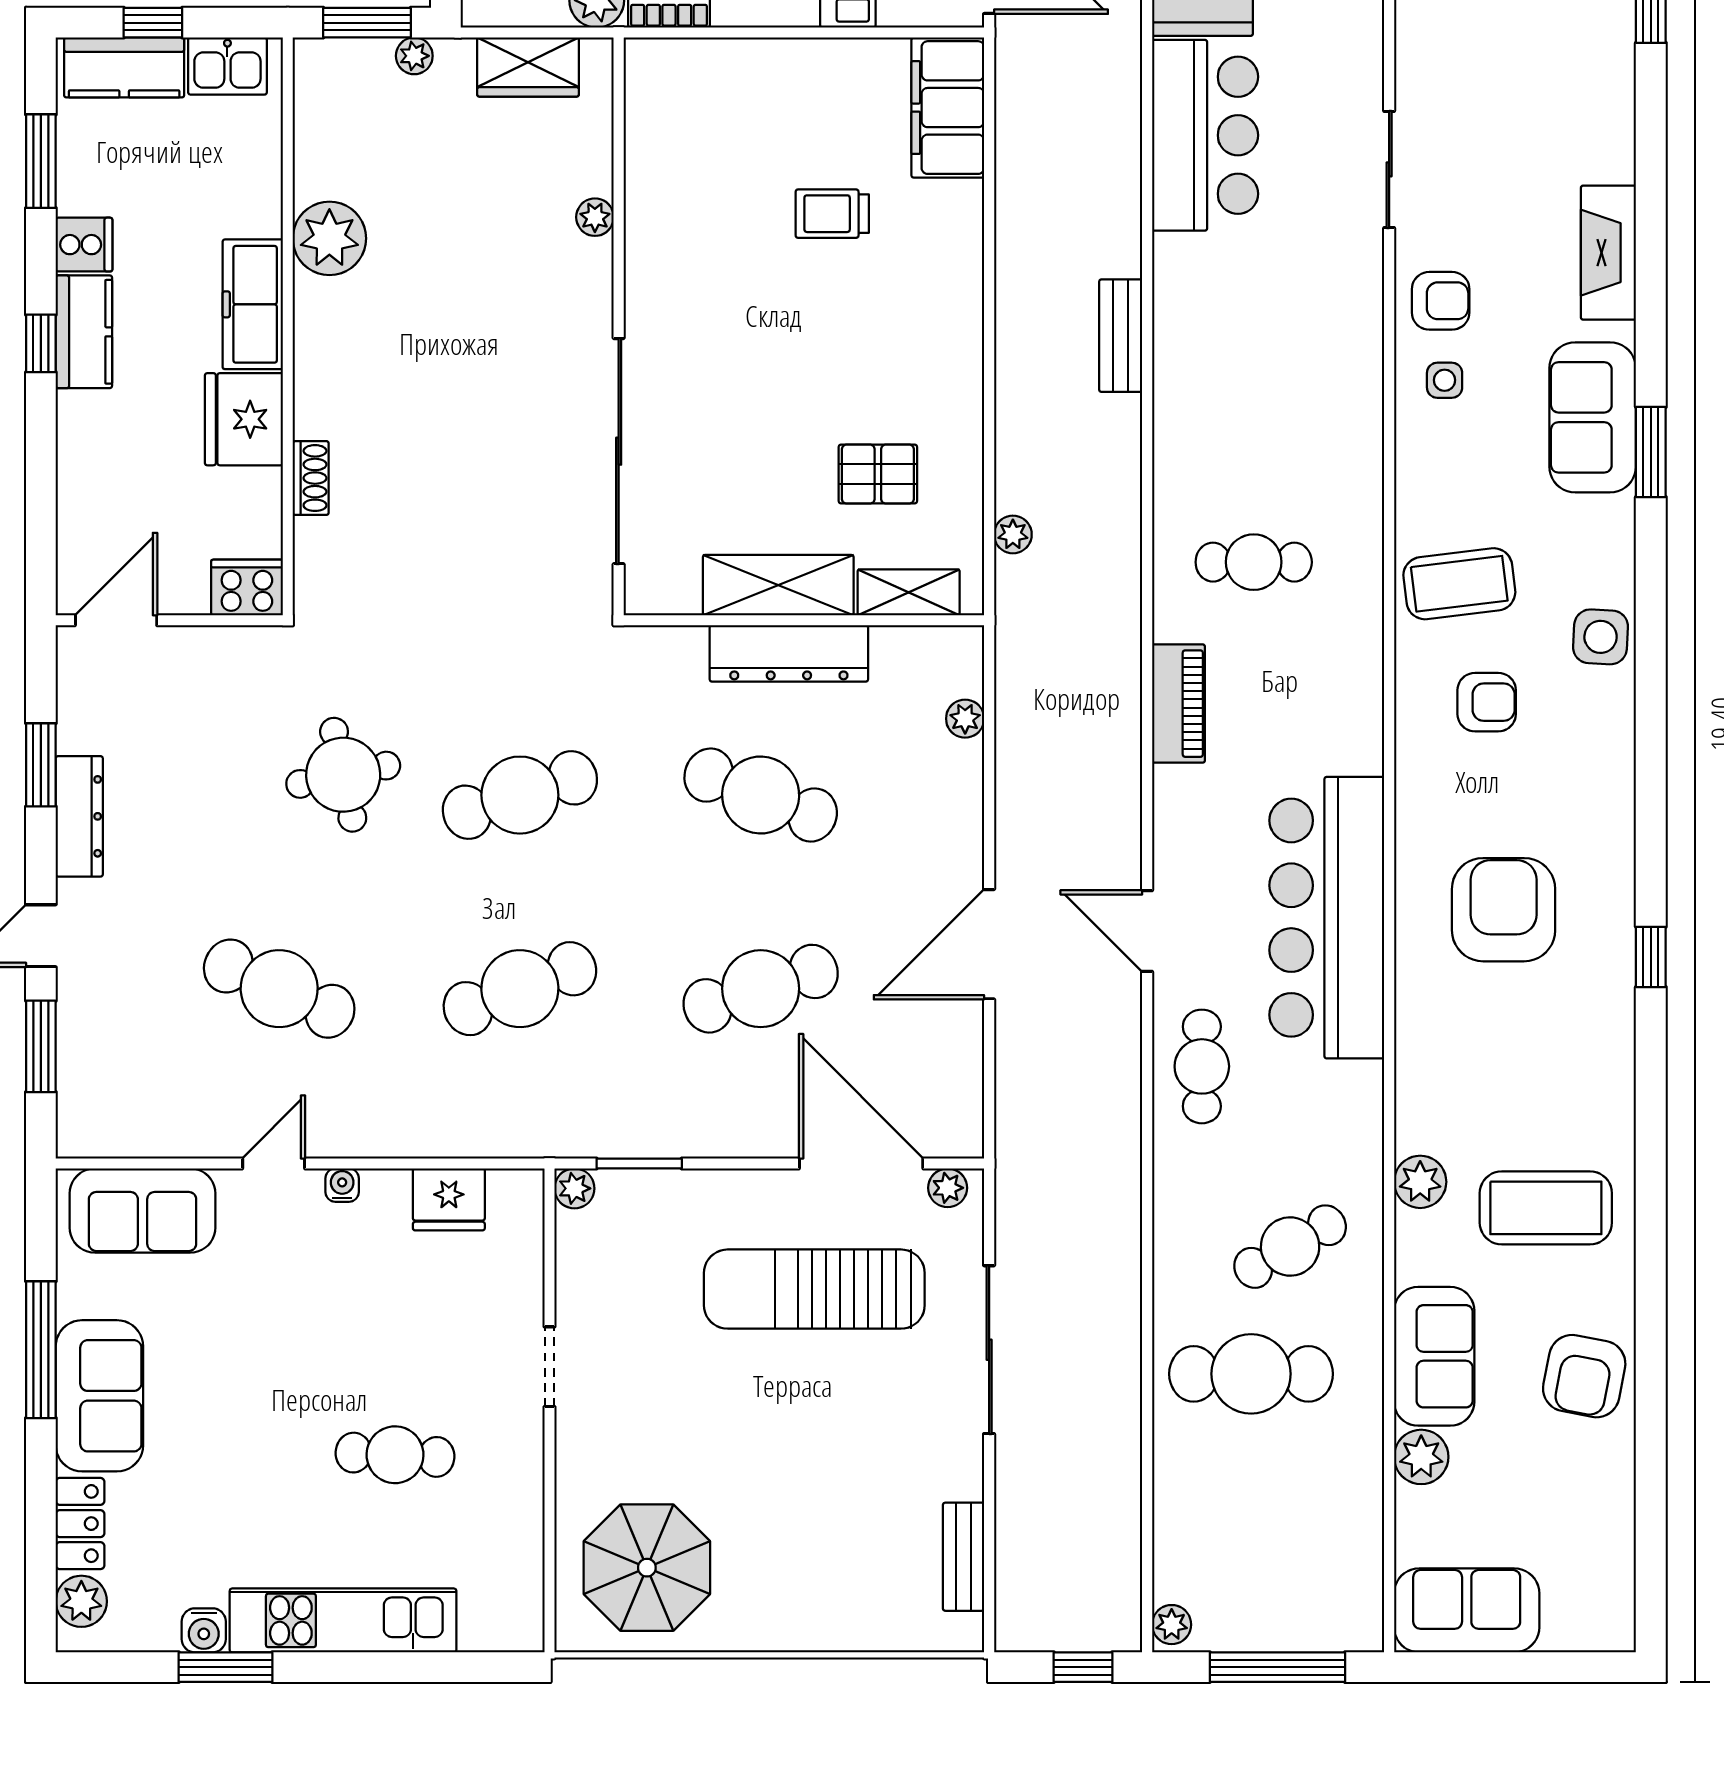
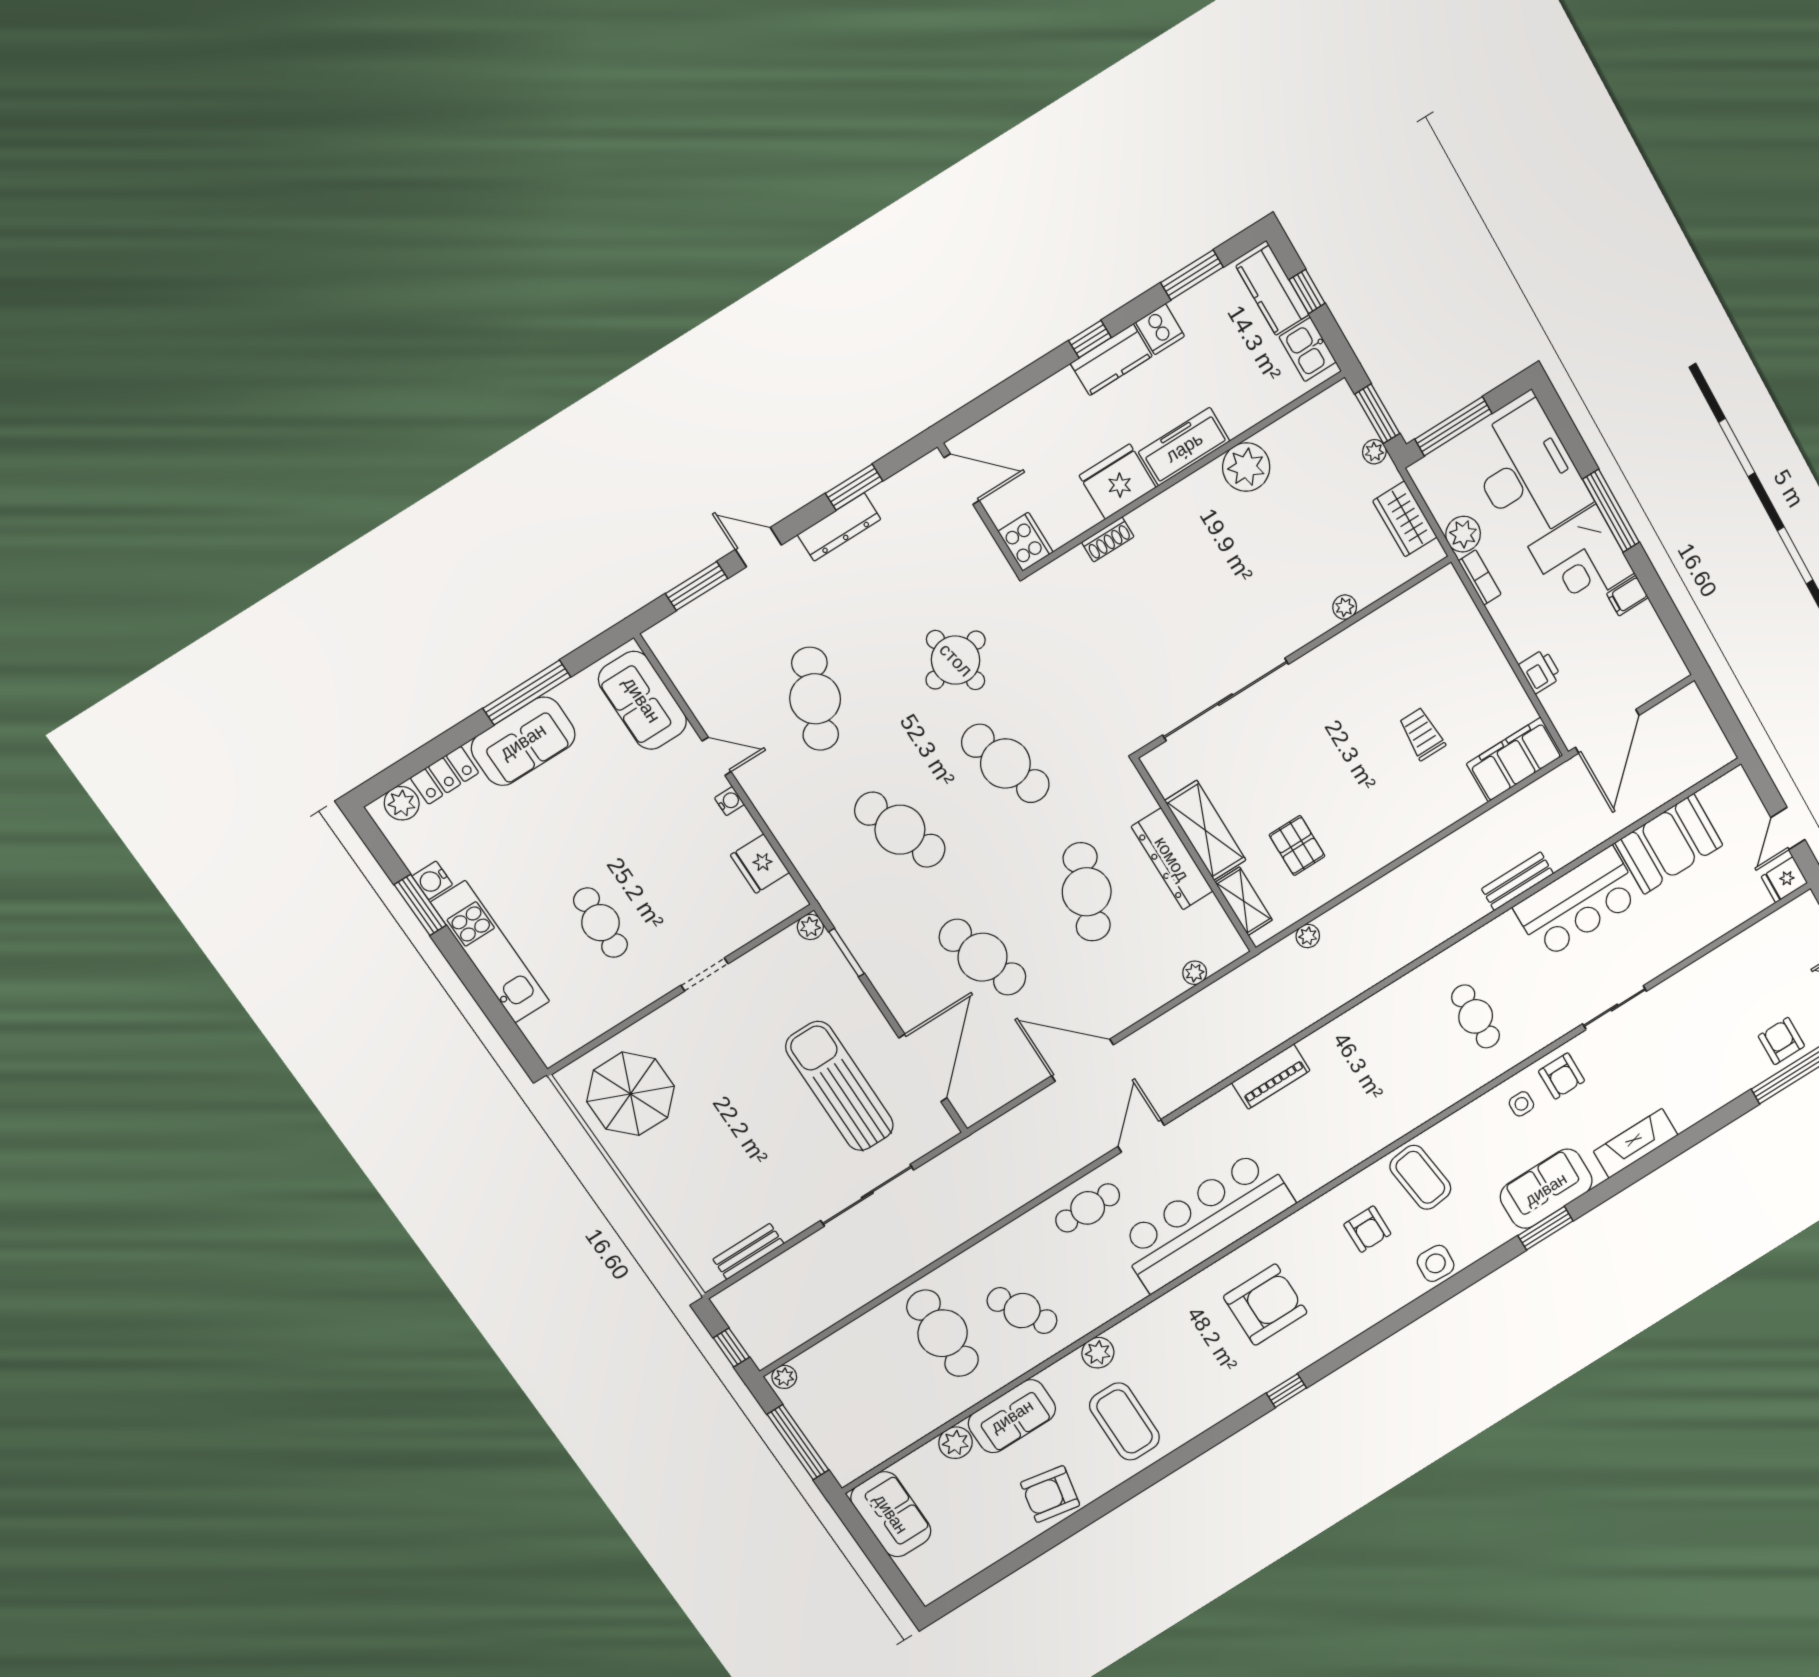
bench: (1121, 336) -> (1517, 881), moved
cafe table: (1254, 562) -> (1476, 1016), moved
plant: (948, 1188) -> (939, 1120), removed

